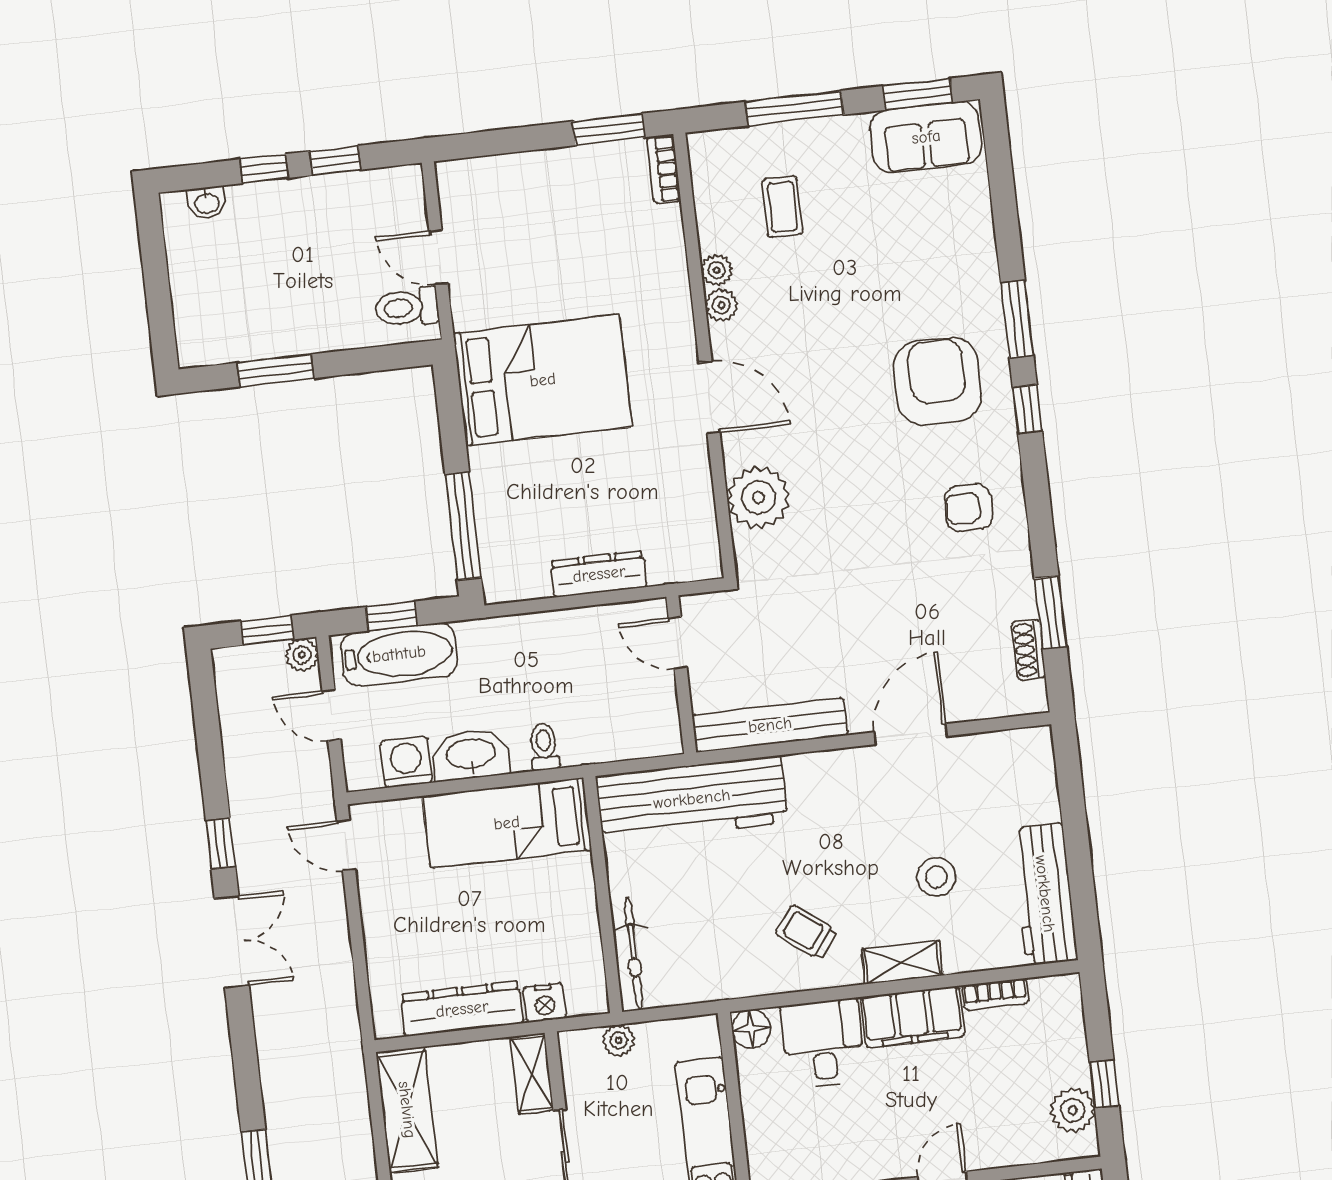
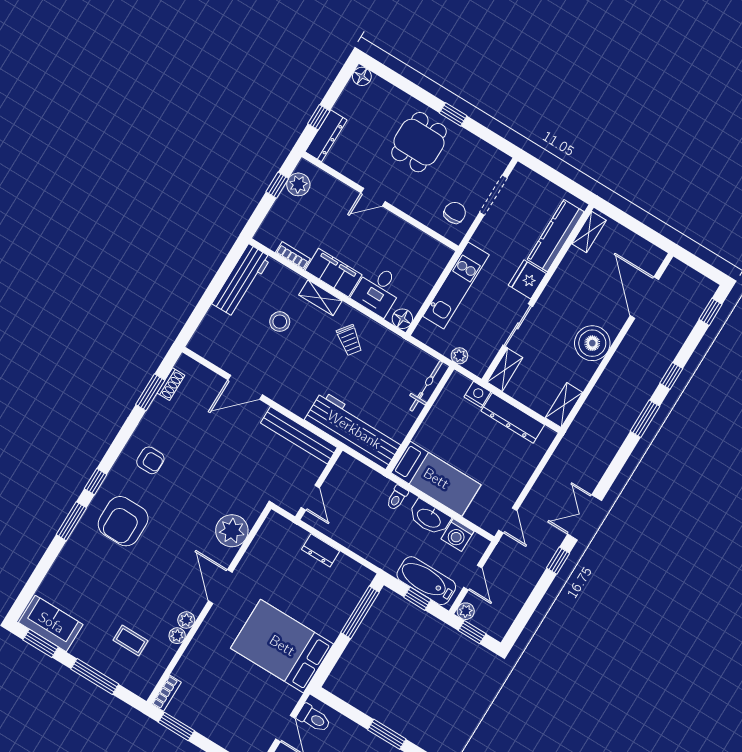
coffee table: (782, 207) -> (131, 641), turned 90
dresser: (599, 574) -> (321, 550), width x0.70
shelving: (407, 1110) -> (564, 405), width x0.67, depth x0.75

